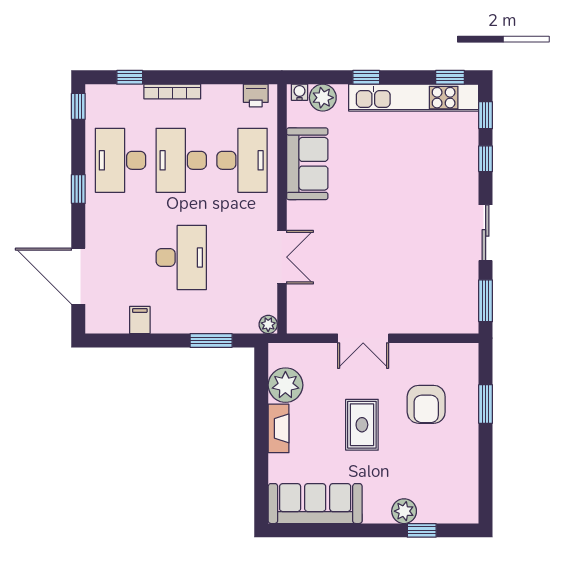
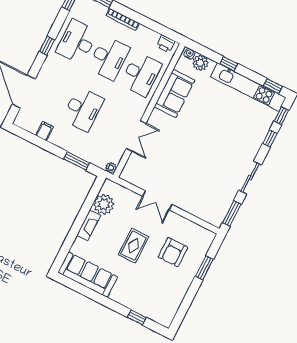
desk: (181, 160) -> (109, 58), turned 180
plant: (404, 511) -> (133, 302), removed

